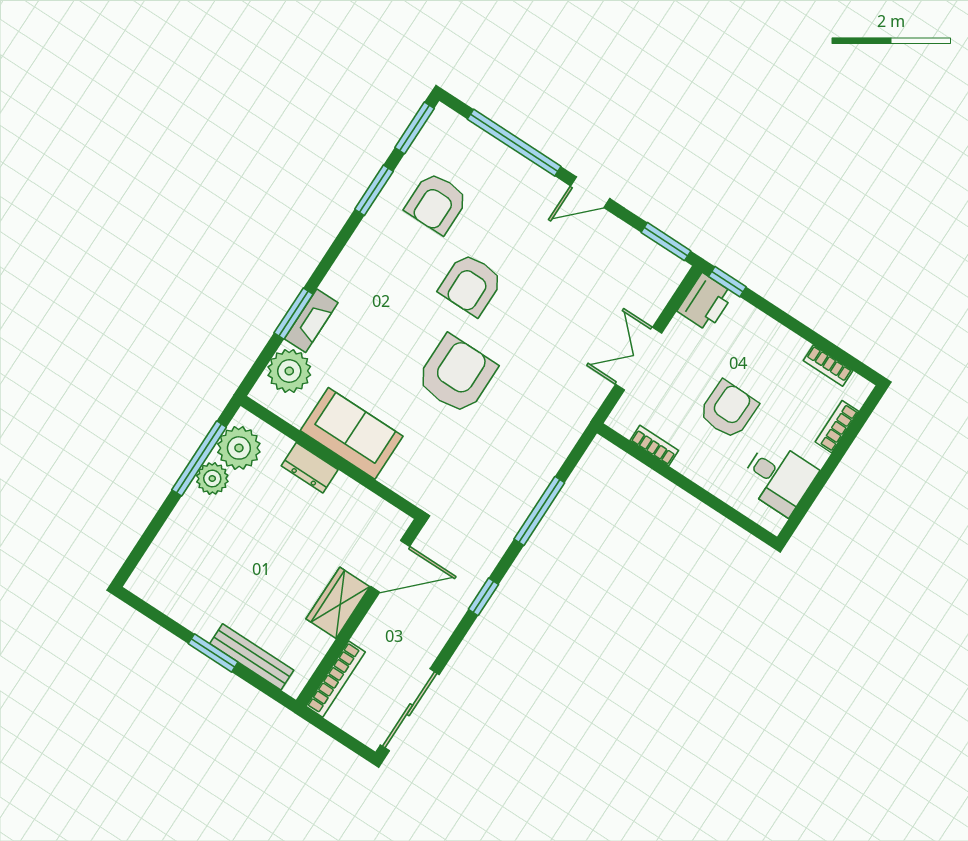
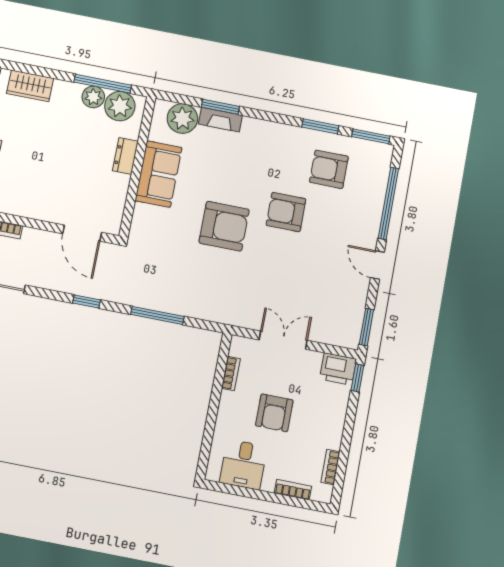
armchair: (728, 410) -> (274, 413), turned 89
wardrobe: (338, 603) -> (30, 86), moved, turned 180

